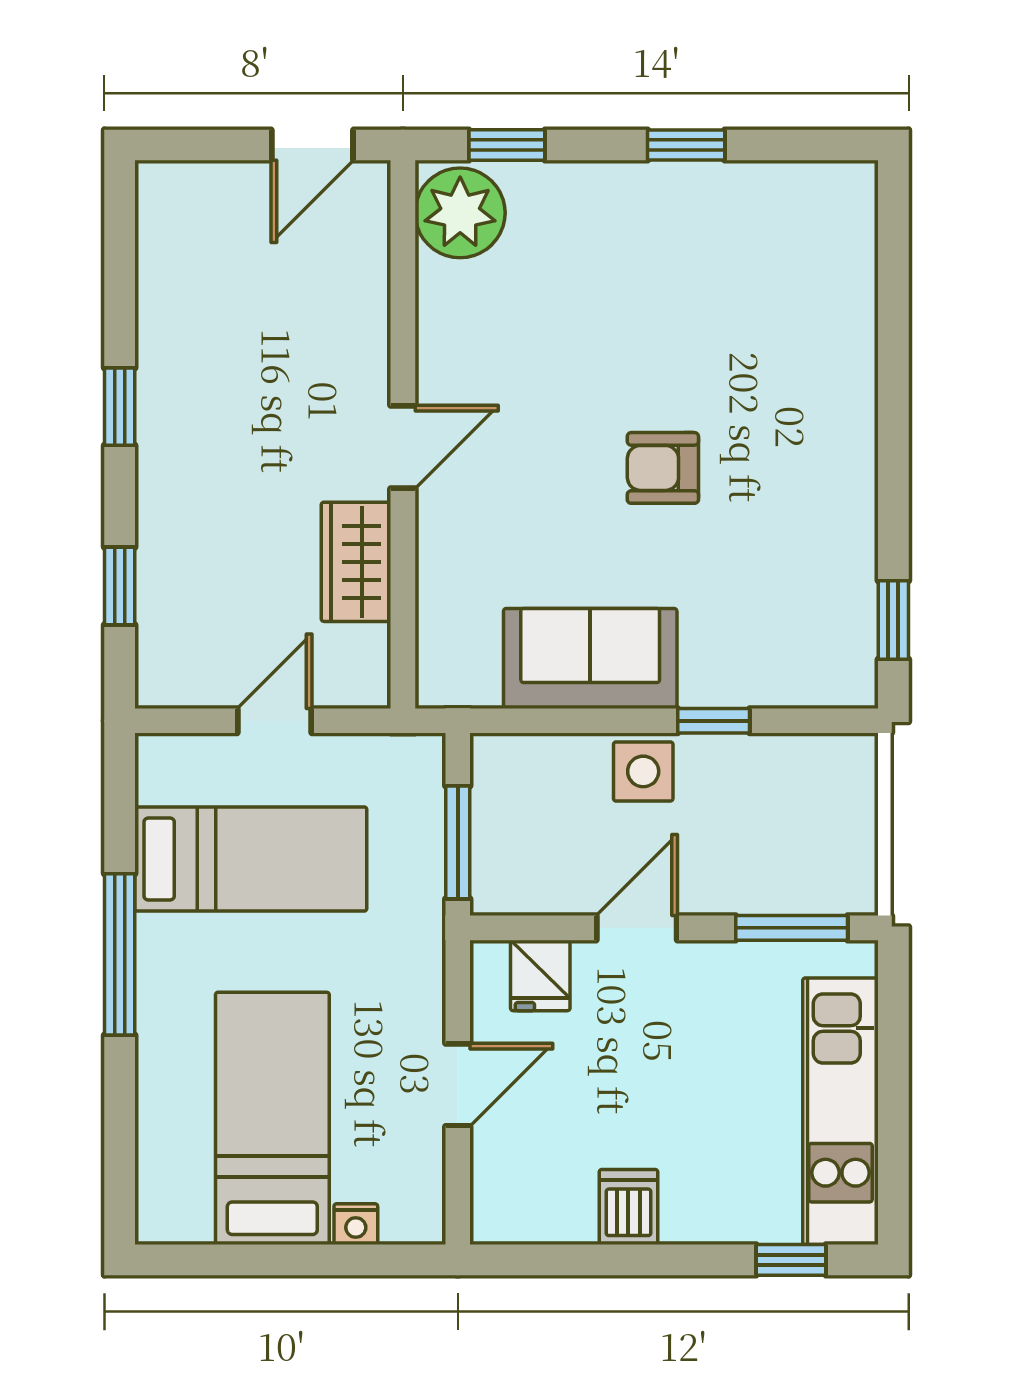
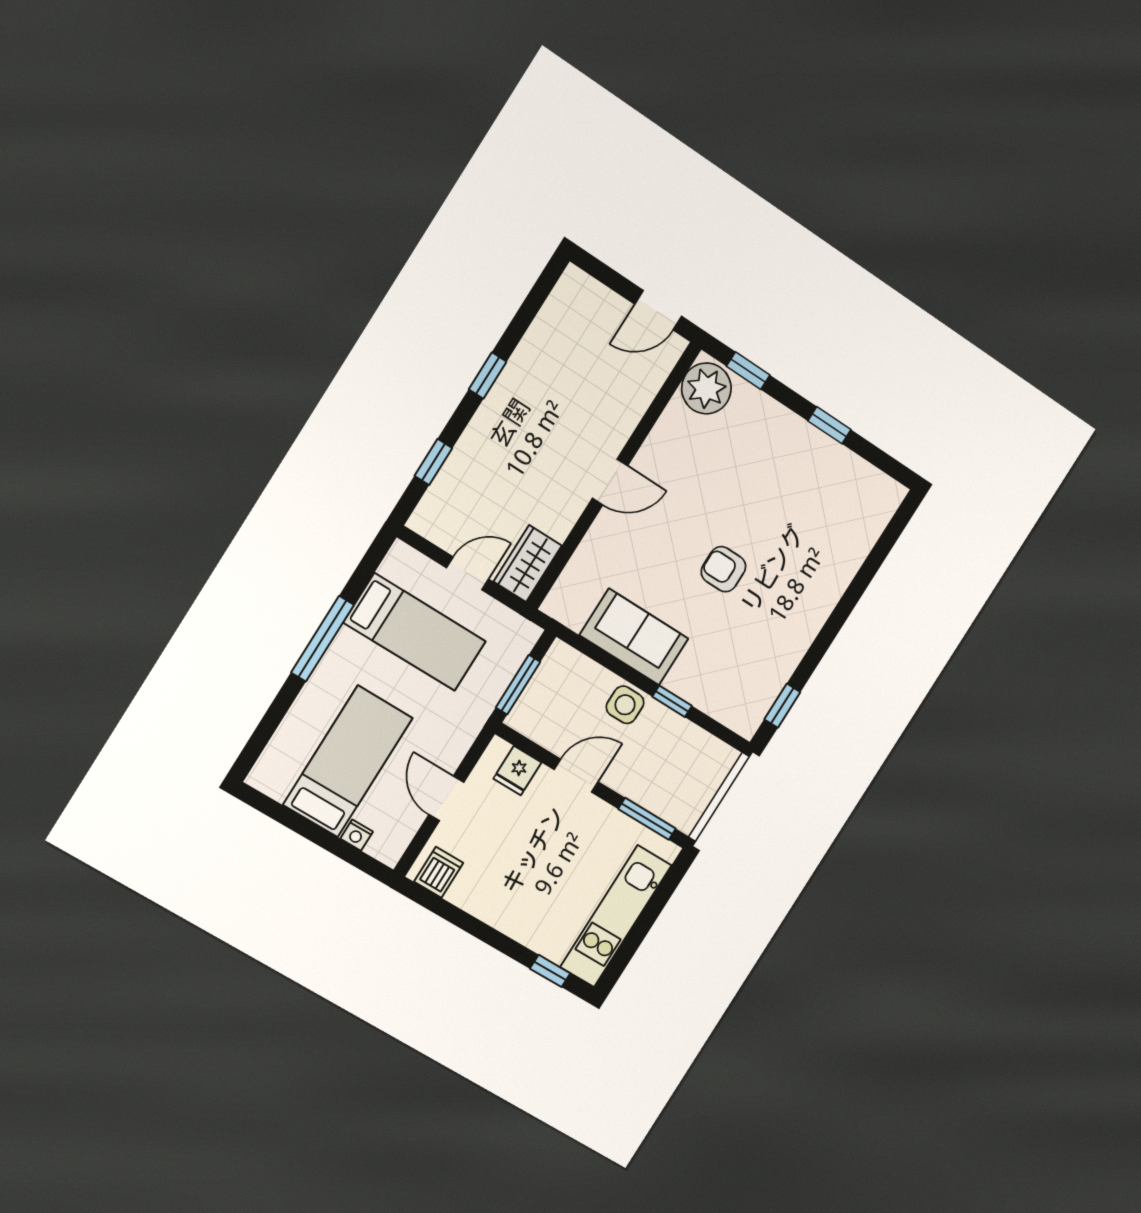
wardrobe: (356, 562) -> (528, 564), moved
door: (458, 1085) -> (446, 798), swing flipped
dishwasher: (628, 1207) -> (439, 872), moved

